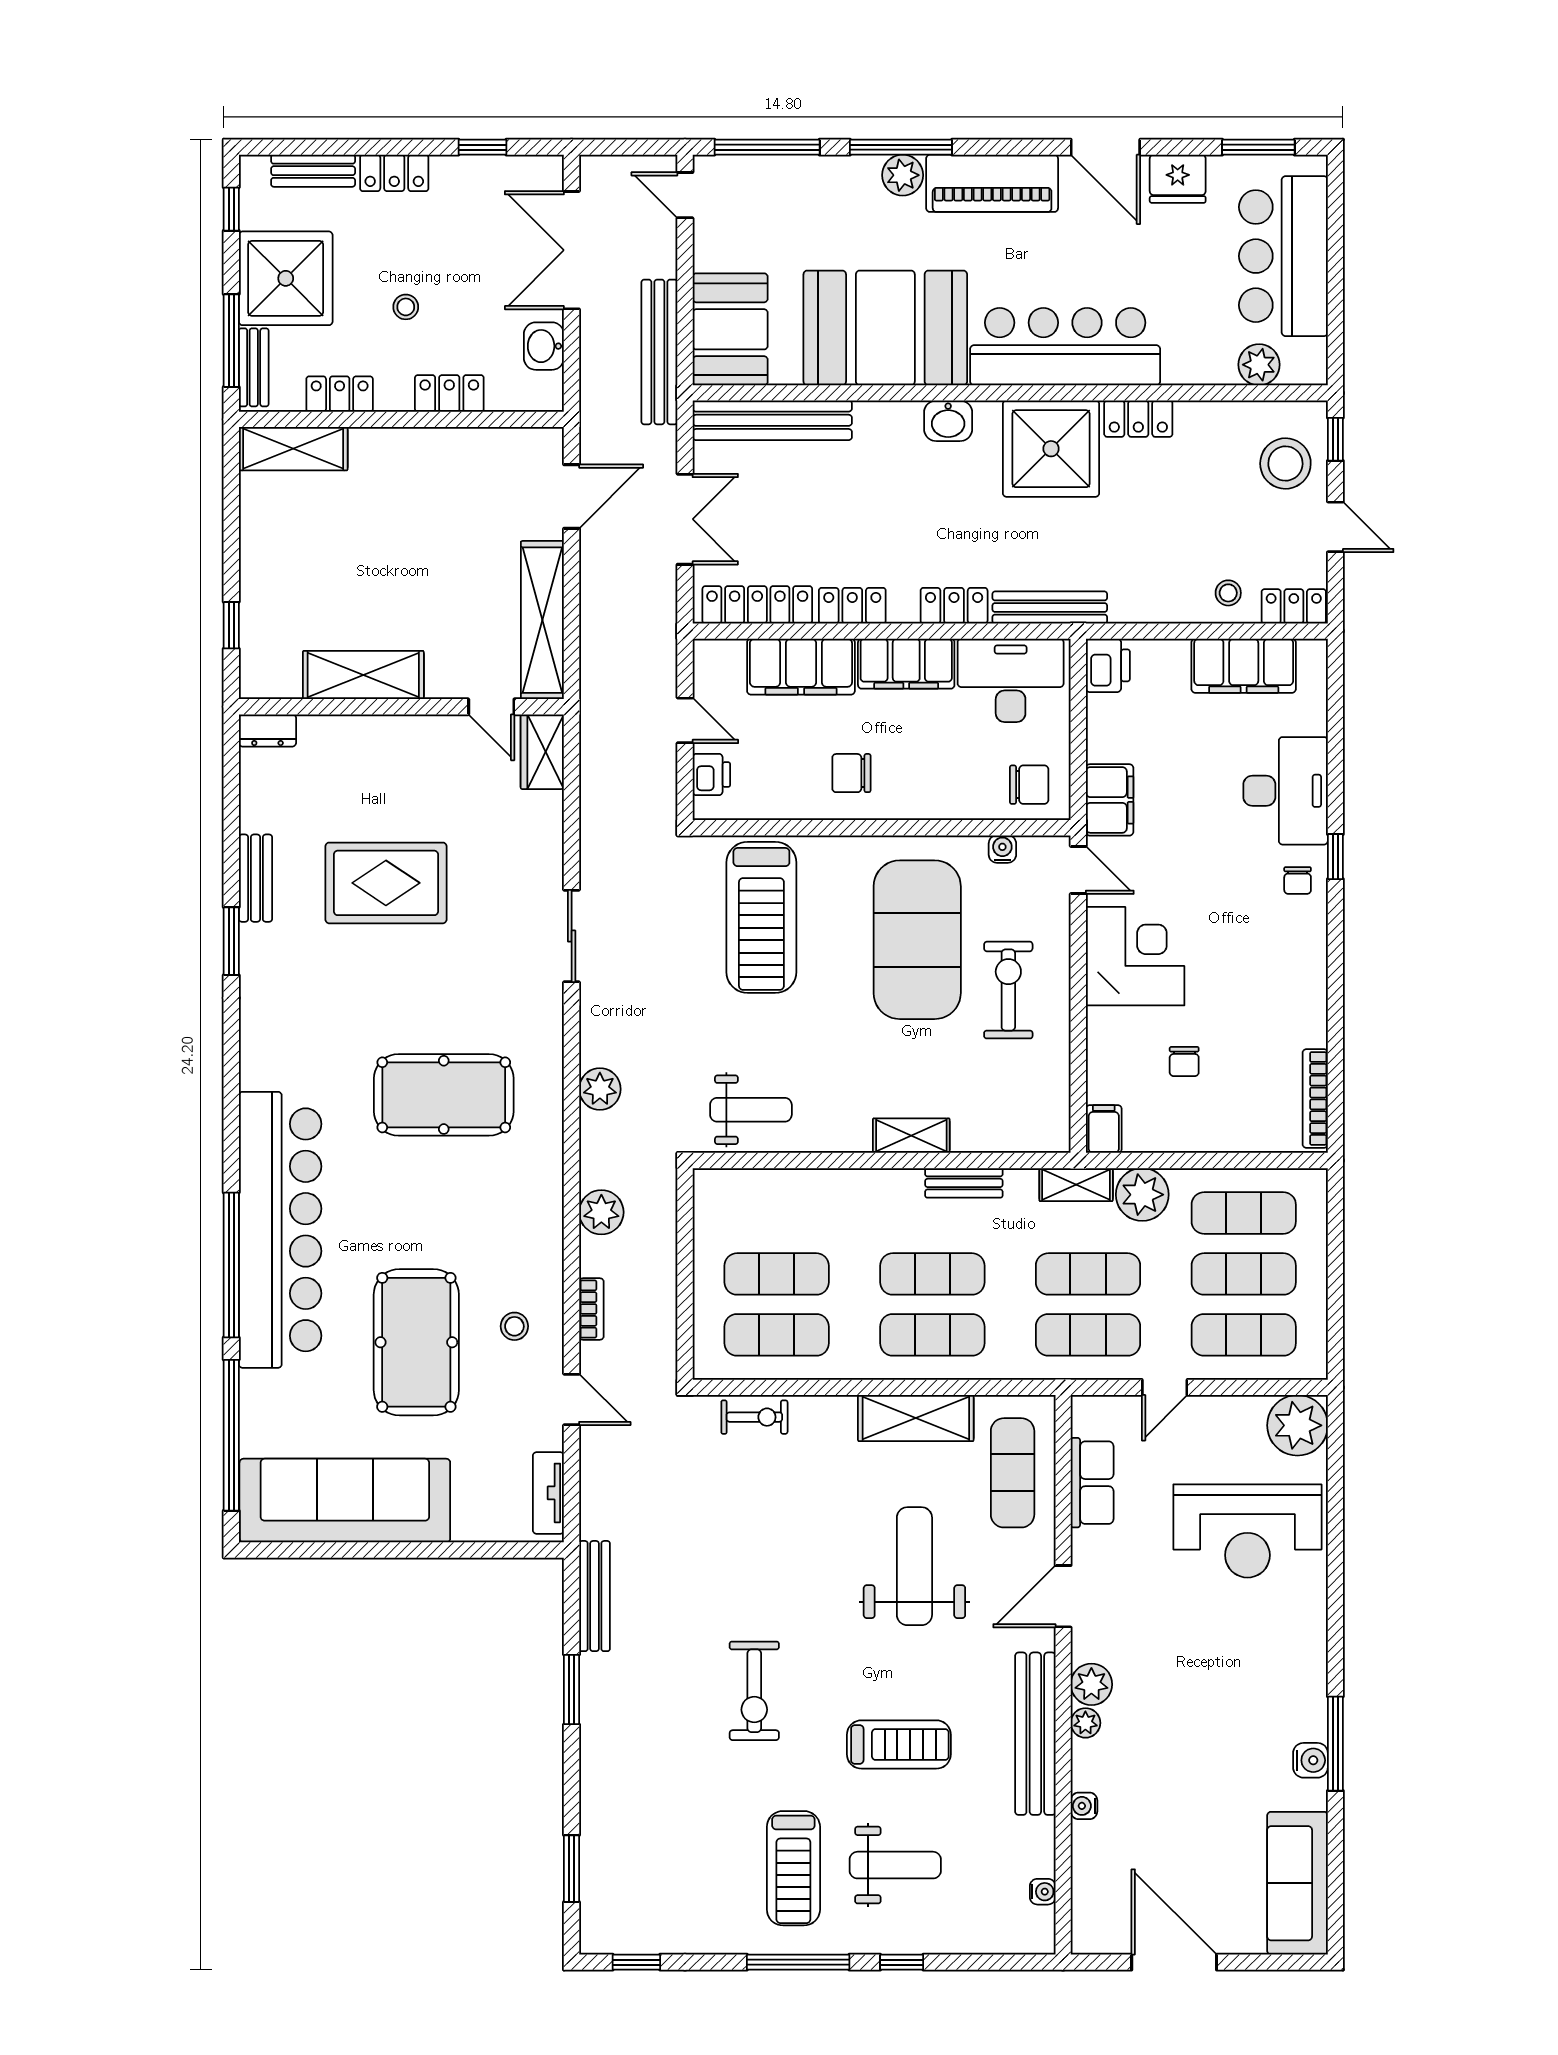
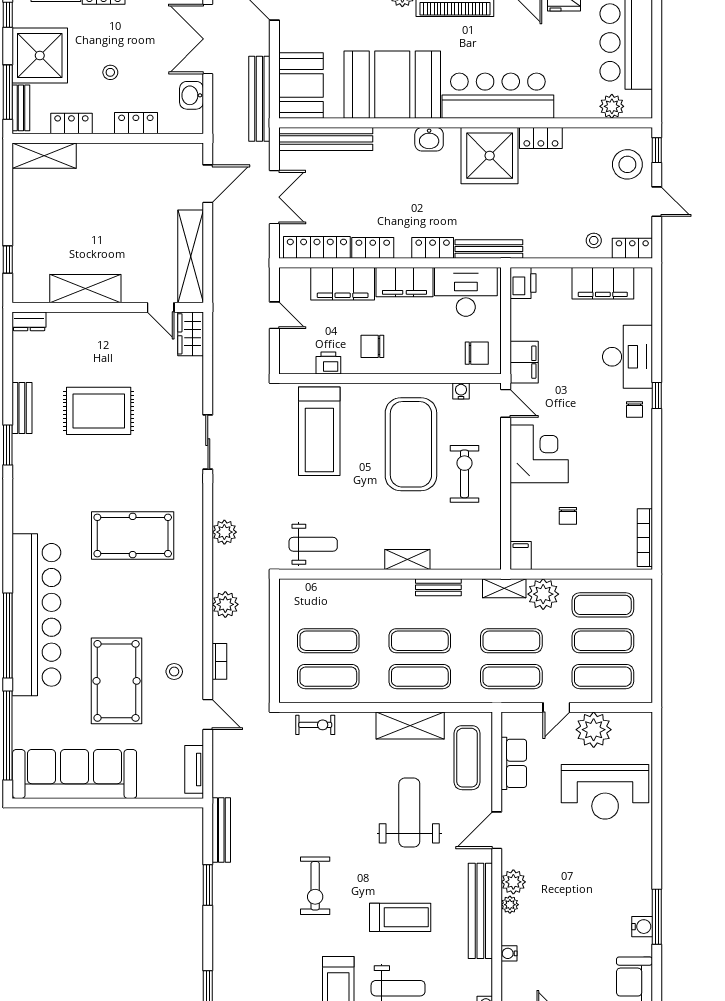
printer: (711, 775) -> (328, 363), moved, turned -90
plant: (1297, 1425) -> (594, 730), moved

